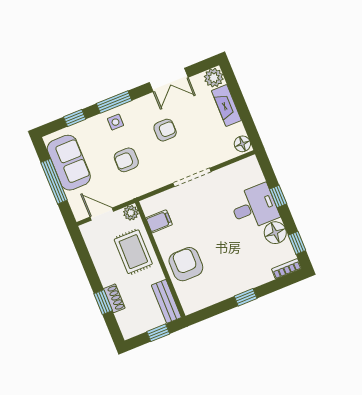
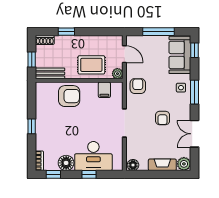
window: (75, 118) -> (194, 50), moved
armchair: (126, 160) -> (138, 86), moved
sofa: (69, 163) -> (180, 55), moved, turned 90
desk: (254, 207) -> (93, 156), width x1.37
door: (102, 214) -> (124, 54), hinge flipped
shoe rack: (114, 298) -> (45, 40), moved

